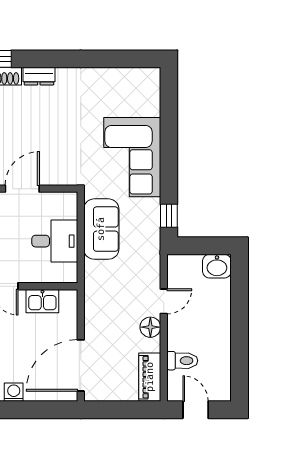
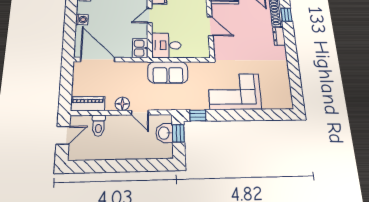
sofa: (101, 229) -> (168, 72), moved
desk: (55, 241) -> (166, 45), moved, turned 90
window: (195, 246) -> (178, 133), added
washbasin: (217, 266) -> (164, 133), moved
kitchen sink: (42, 301) -> (140, 48), moved

